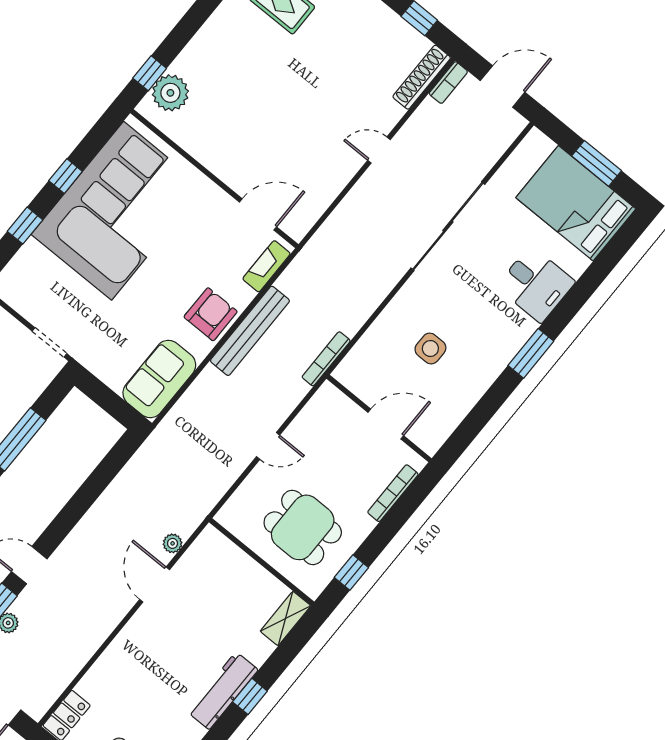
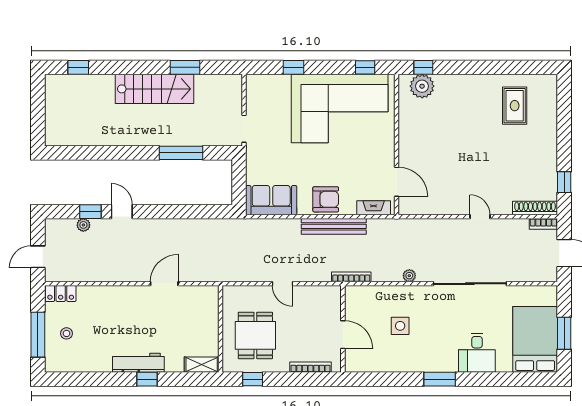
window: (66, 176) -> (365, 67), moved
plant: (173, 543) -> (409, 276), moved

